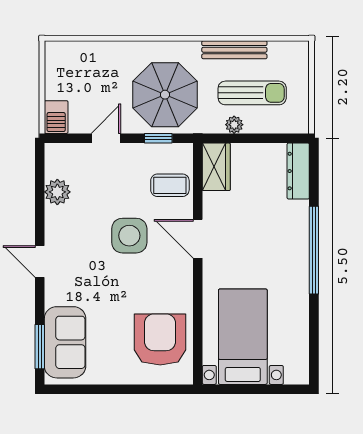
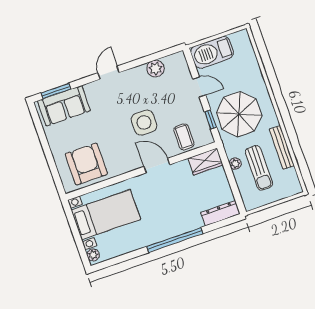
barbecue: (56, 117) -> (212, 52), width x1.88, depth x1.53
door: (198, 239) -> (157, 166), hinge flipped
armchair: (160, 340) -> (86, 164), turned -90
plant: (294, 375) -> (93, 255), added

